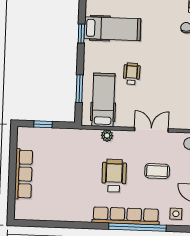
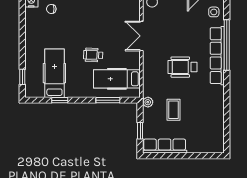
plant: (107, 136) -> (148, 102), moved
coffee table: (157, 171) -> (173, 110), moved
row of seats: (23, 174) -> (165, 146), moved

